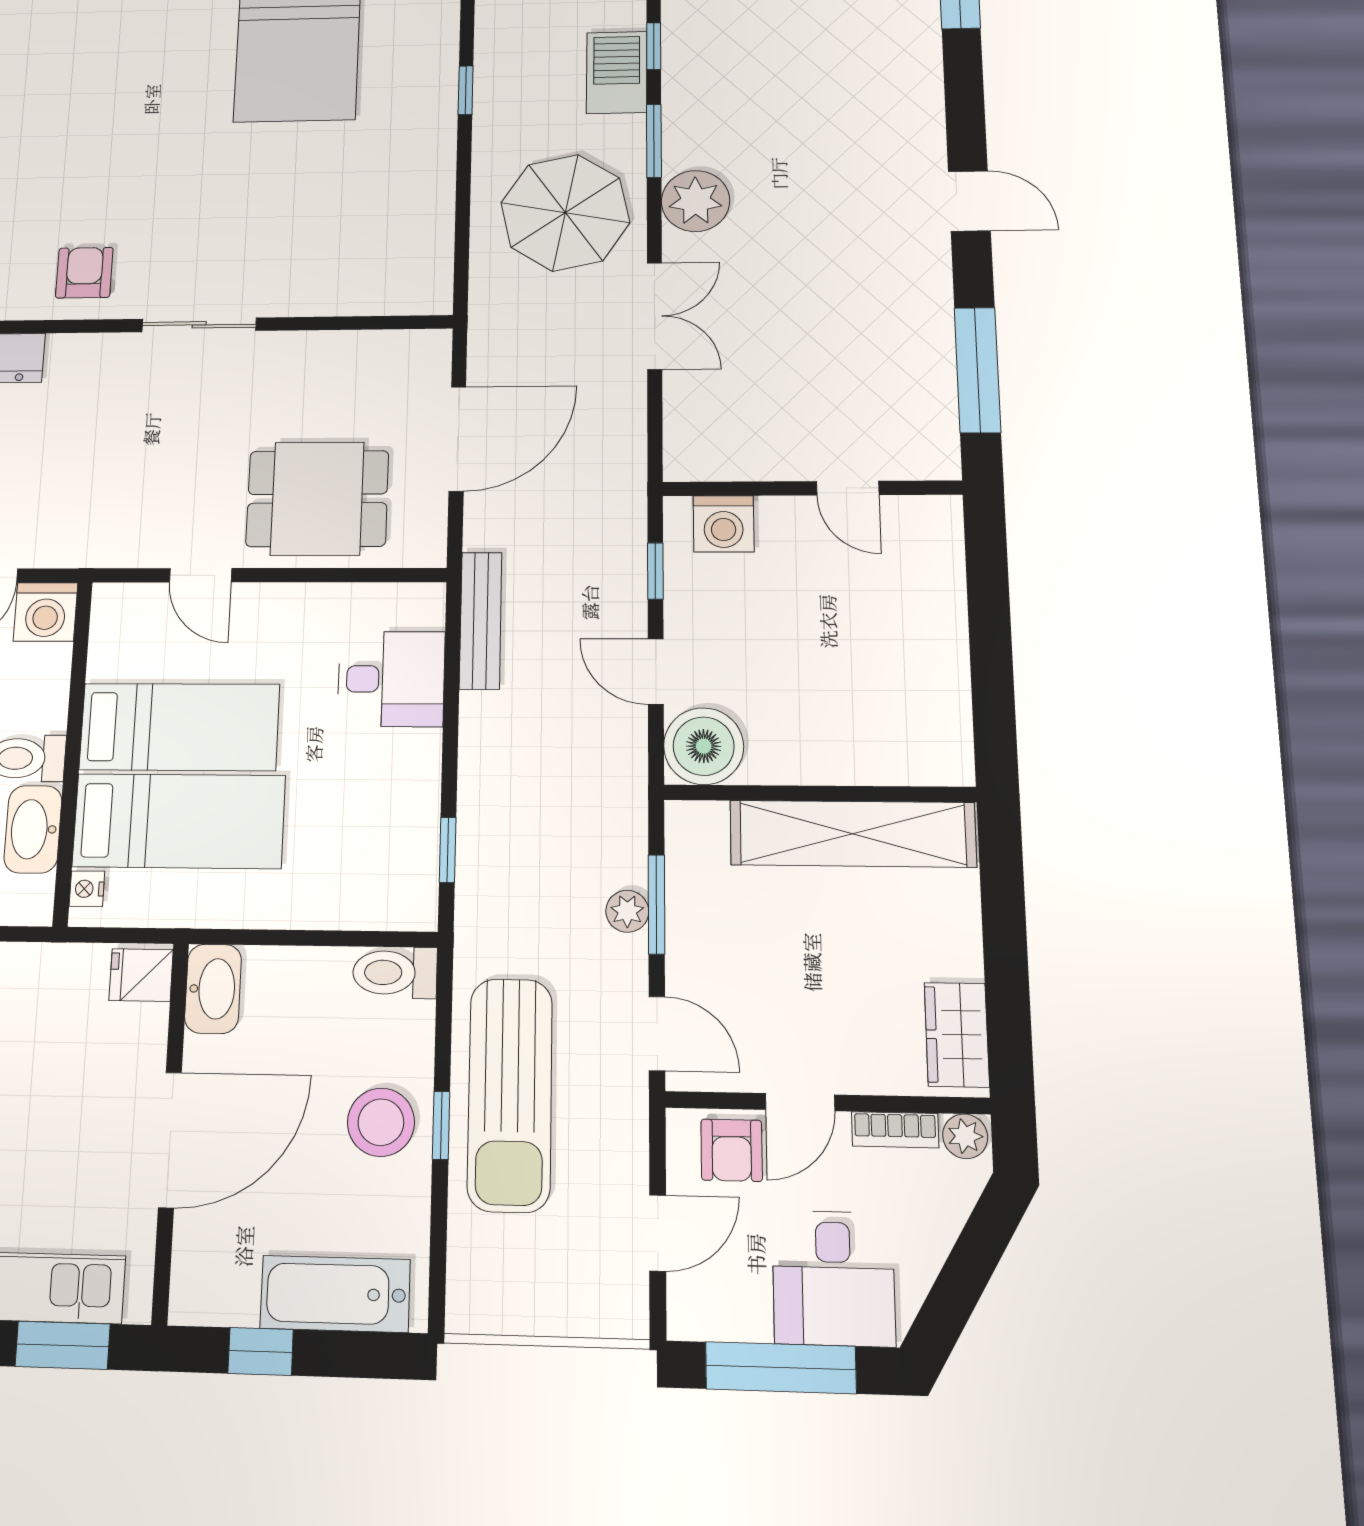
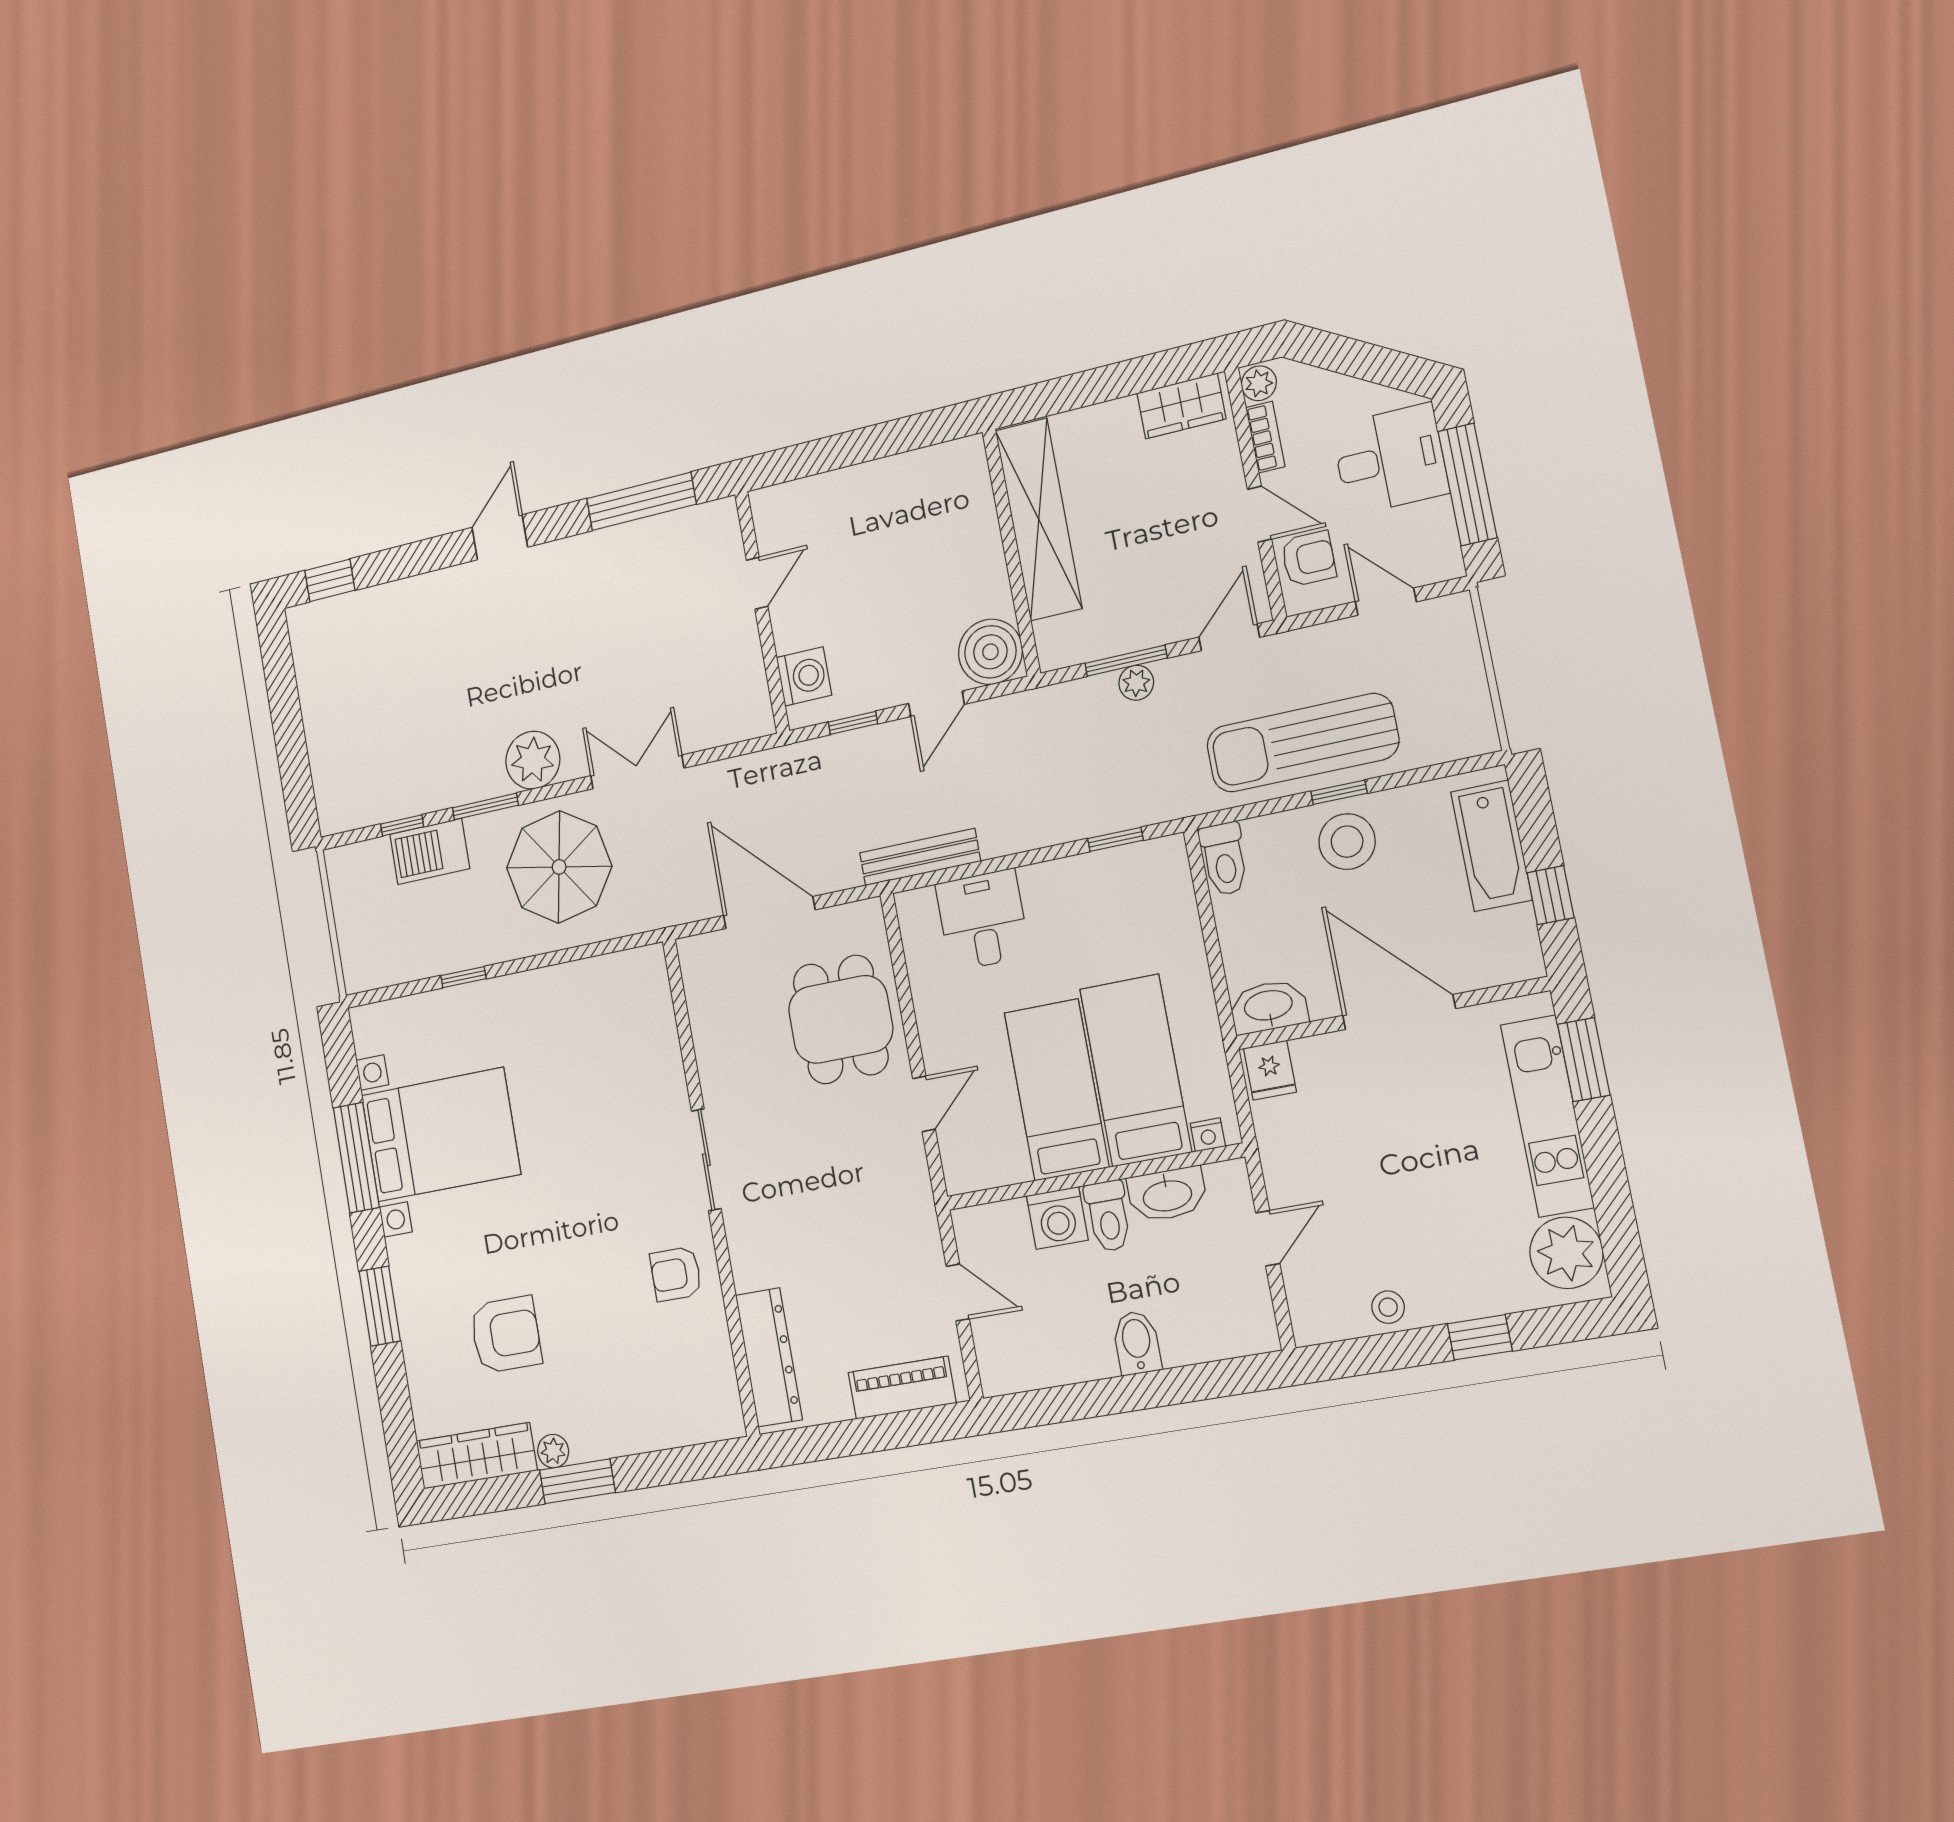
armchair: (67, 82) -> (506, 1335), added
washing machine: (46, 612) -> (1057, 1218), moved, turned 90
sun lounger: (510, 1094) -> (1302, 743), turned 180

